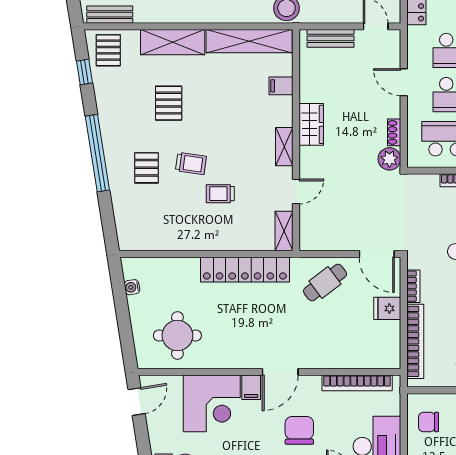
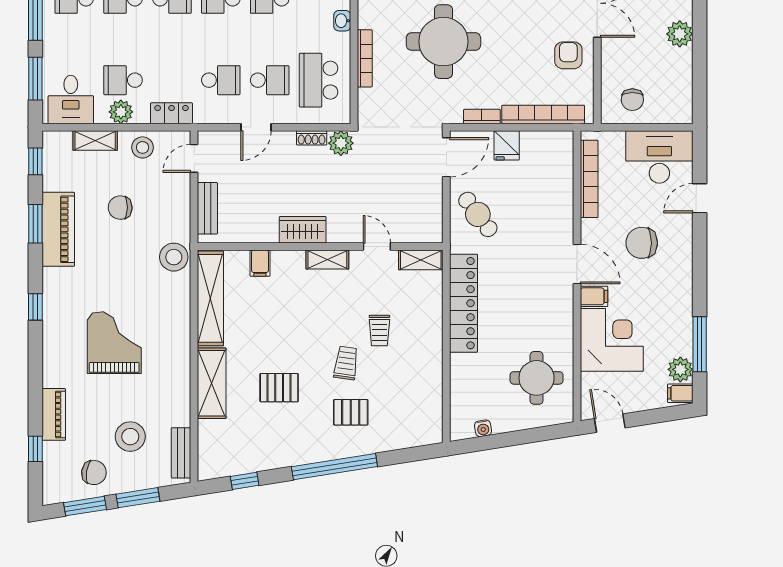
pallet: (108, 50) -> (220, 455), removed

